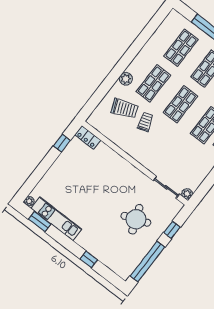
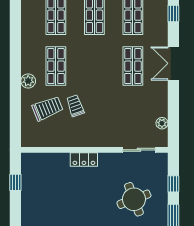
shop shelf: (180, 104) -> (94, 66), removed
locker: (88, 137) -> (84, 159), moved
plant: (187, 194) -> (162, 123), moved

